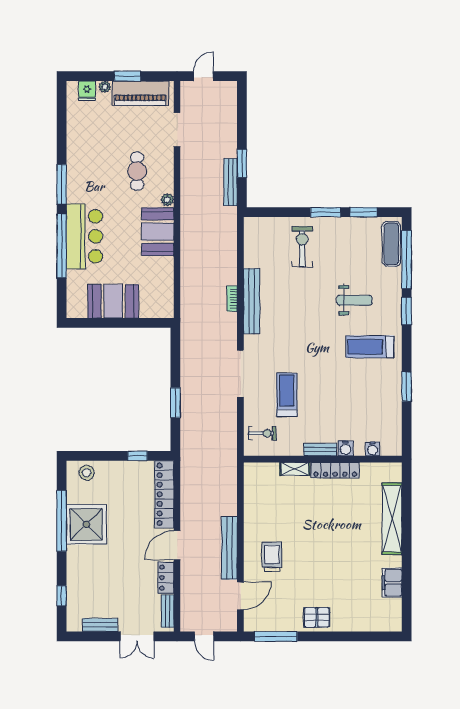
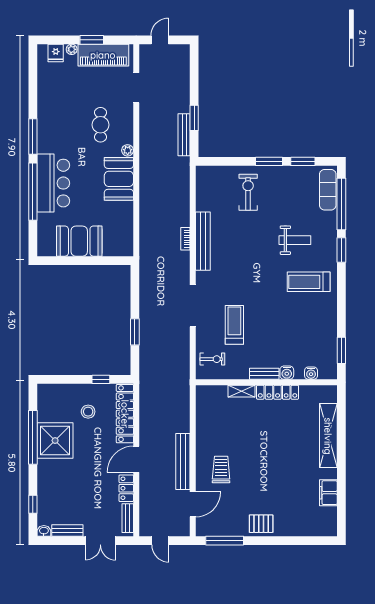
window: (407, 387) -> (341, 350), moved
stool: (87, 473) -> (88, 412), moved
washbasin: (74, 626) -> (44, 531), added

